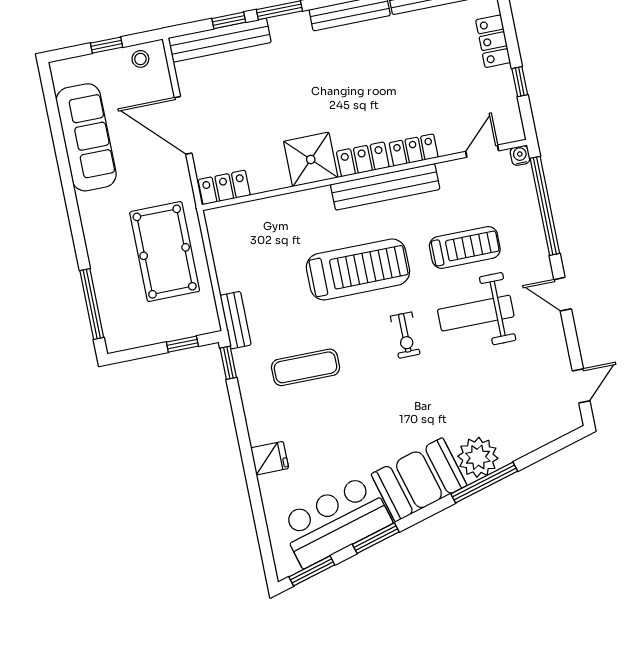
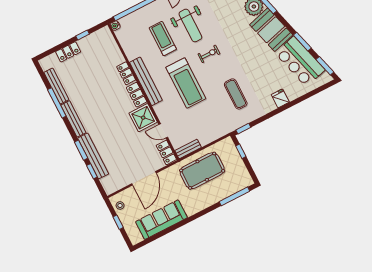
bench: (220, 40) -> (93, 156), moved
door: (482, 151) -> (163, 131), moved
treadmill: (358, 269) -> (186, 83), turned 180
bench: (236, 320) -> (188, 149), moved

